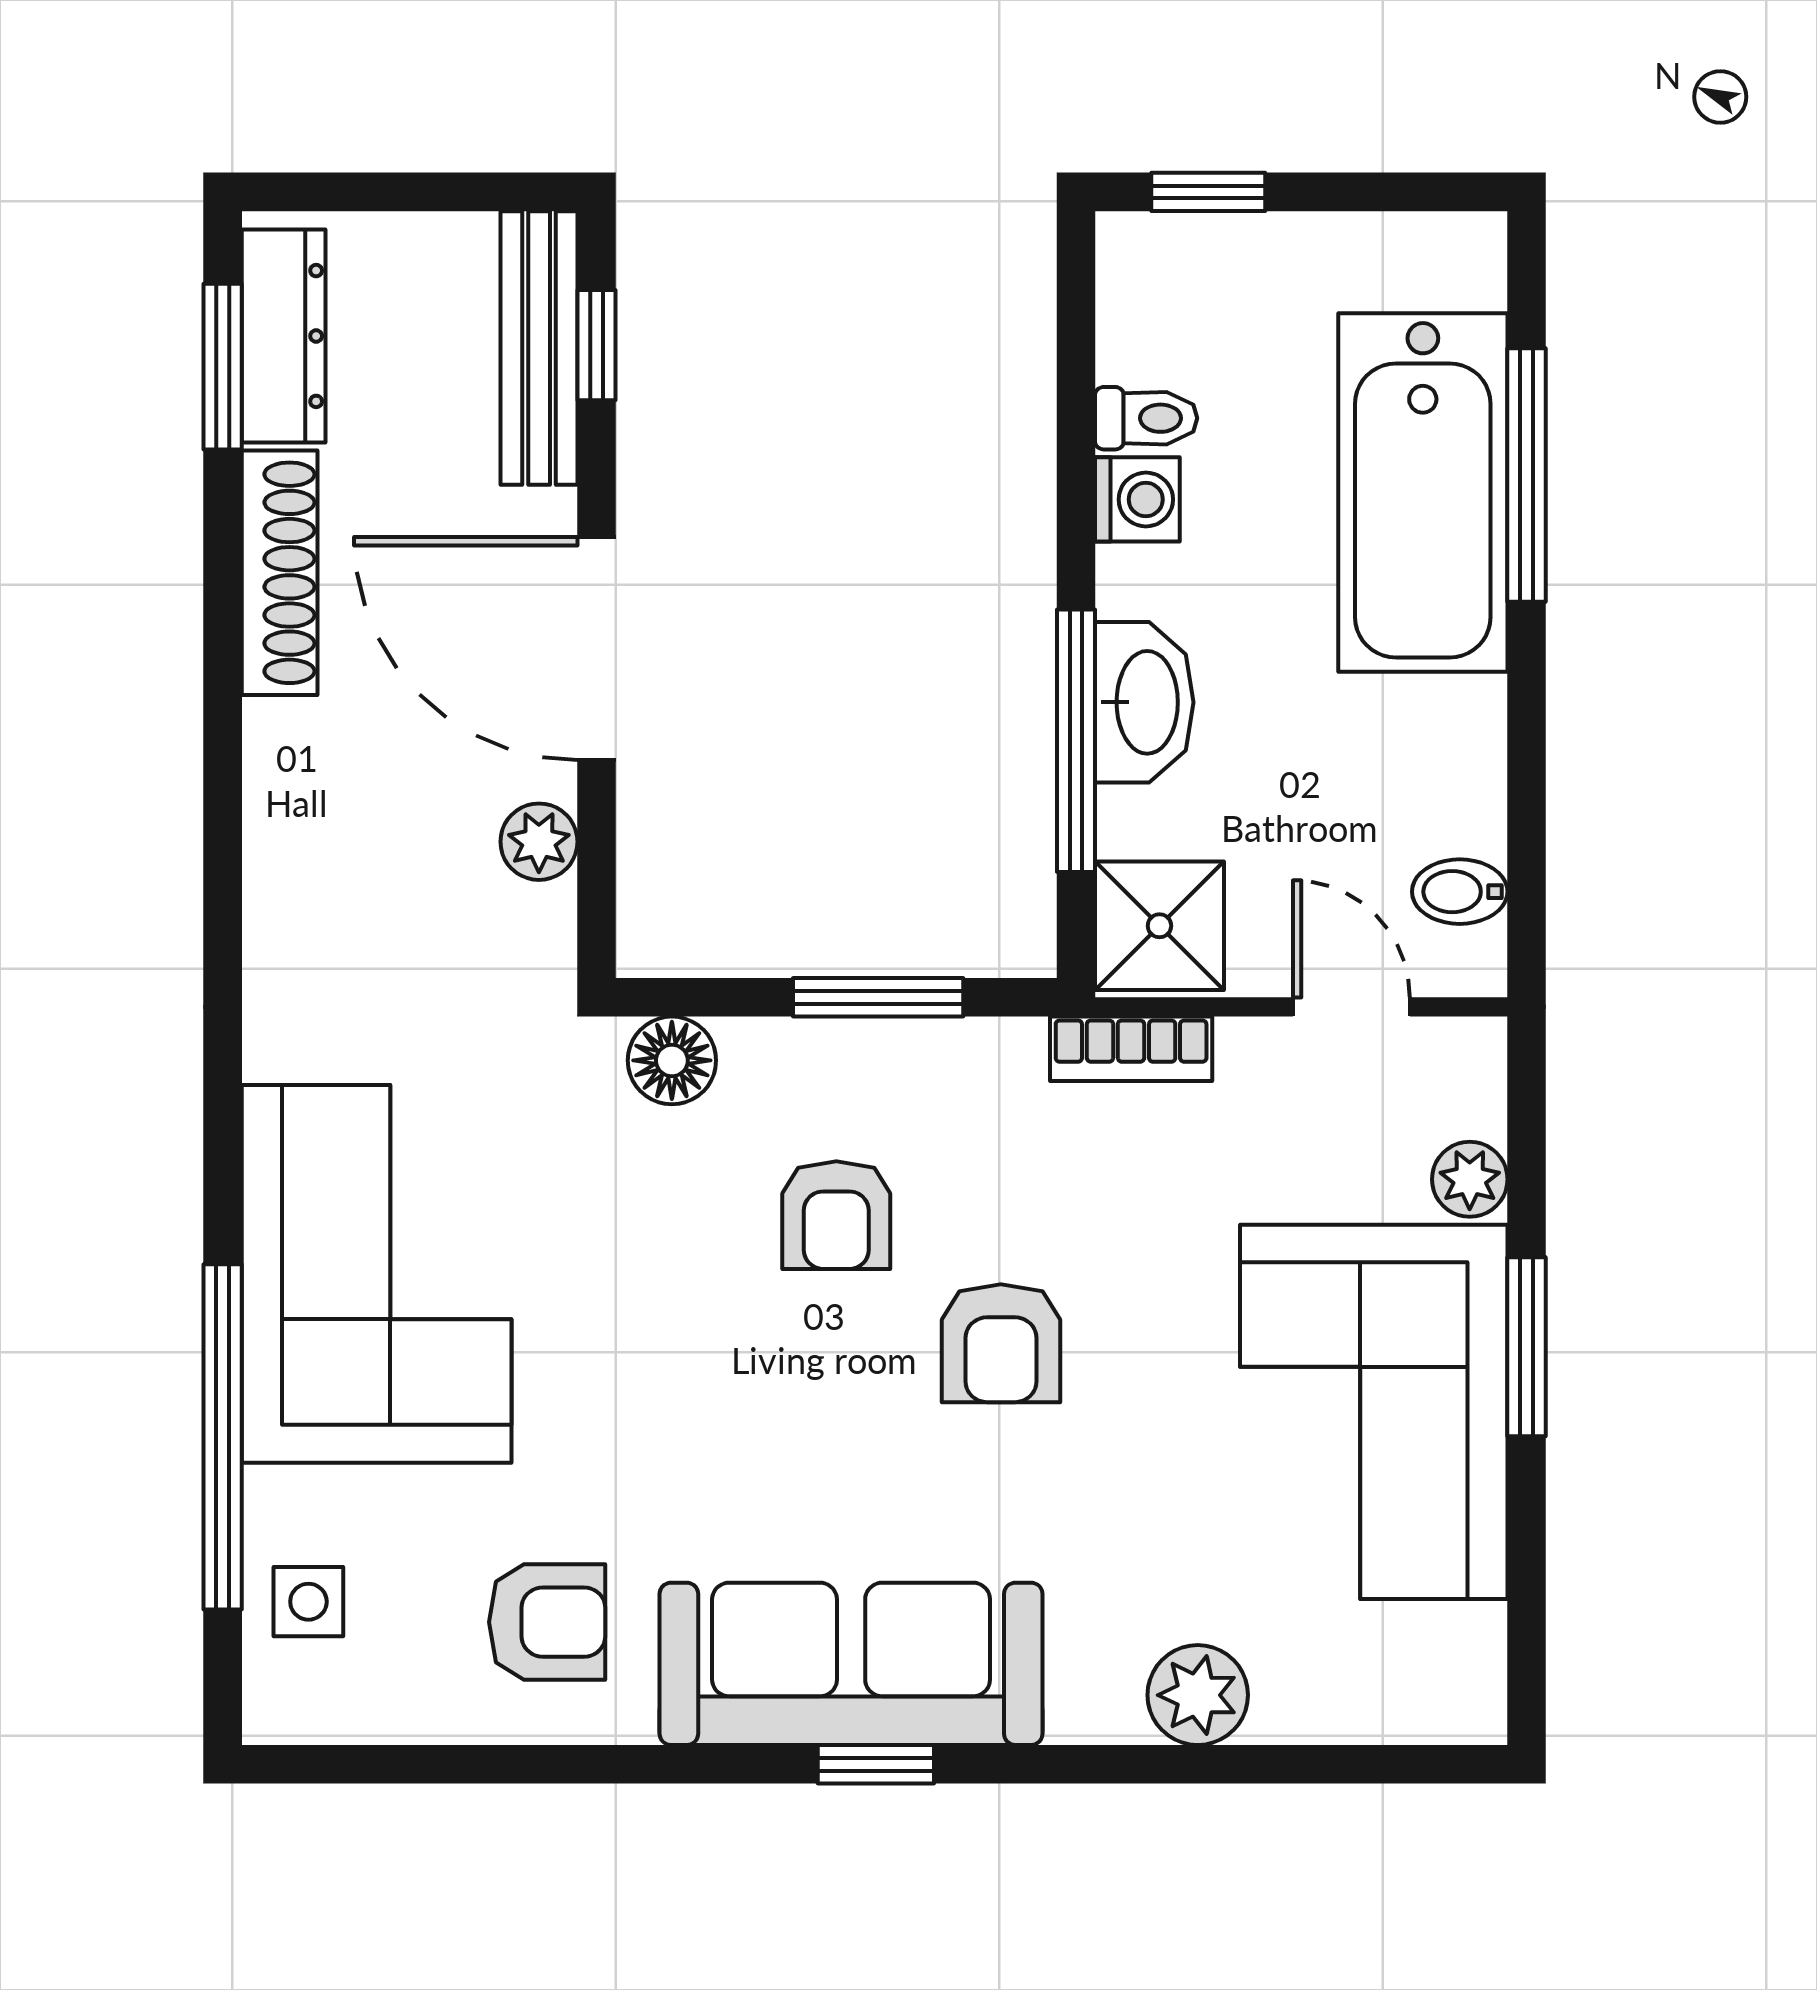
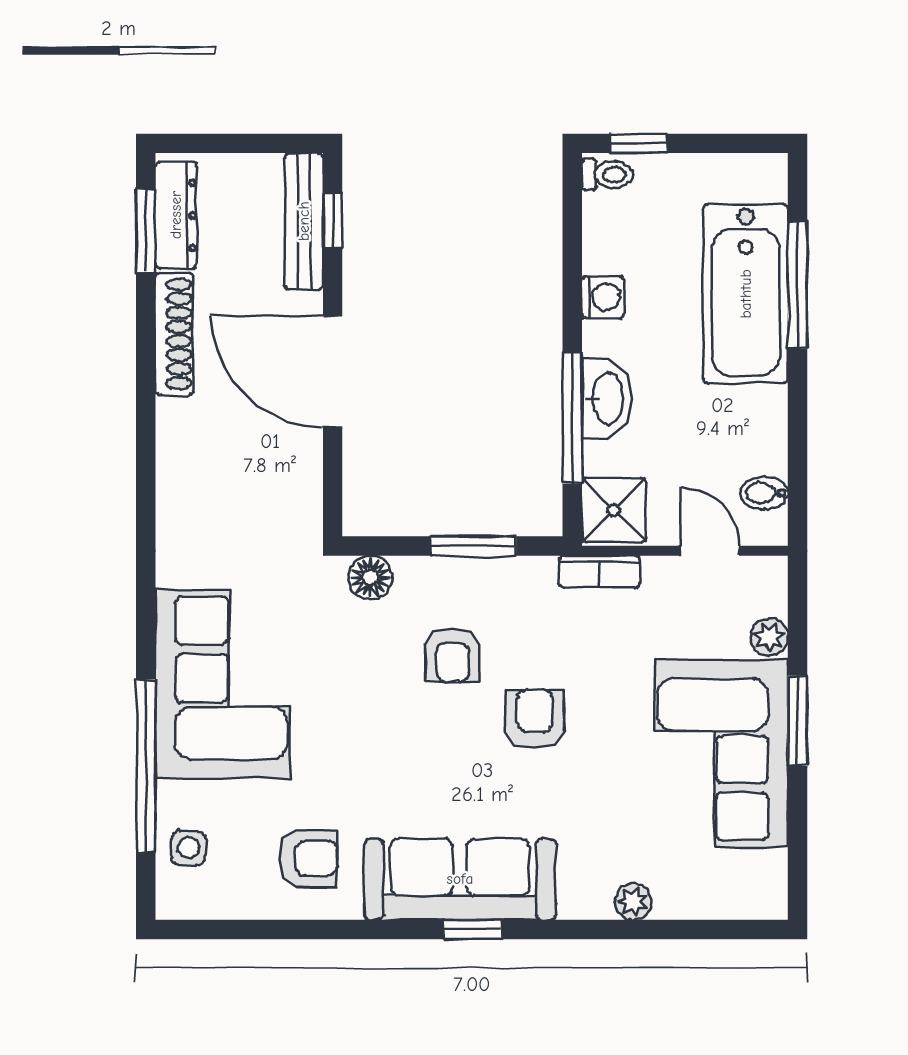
toilet: (1146, 418) -> (607, 175), moved
plant: (539, 842) -> (304, 468), removed
armchair: (1001, 1343) -> (535, 719), turned 180
plant: (1198, 1695) -> (633, 902), width x0.73, depth x0.73

